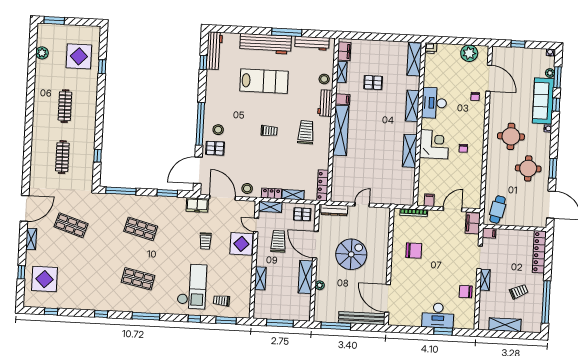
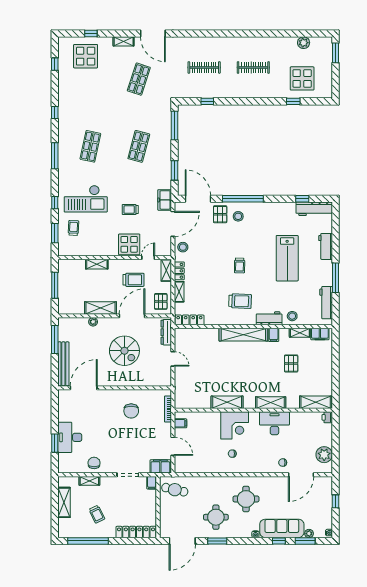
workbench: (266, 44) -> (326, 246), width x0.53, depth x0.76
shelving: (485, 280) -> (89, 481), moved

